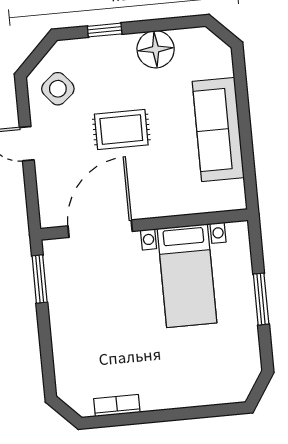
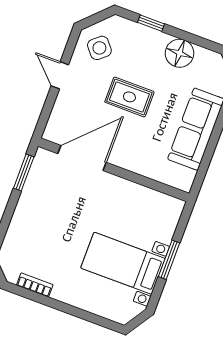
bed with nightstands: (187, 276) -> (123, 263), moved, turned 90

